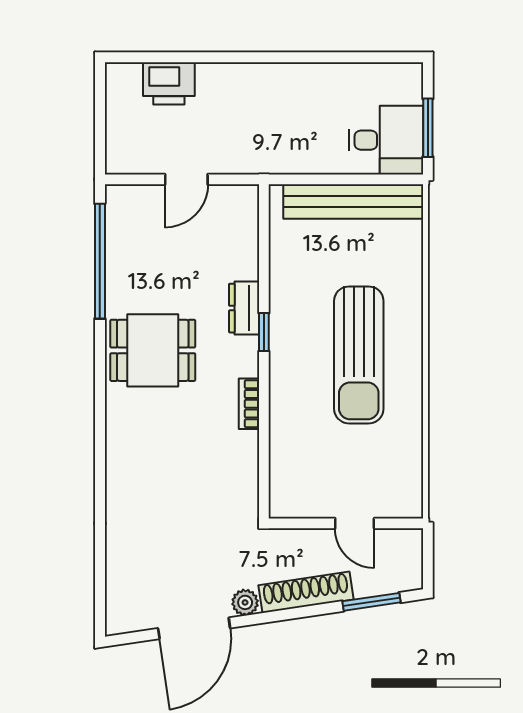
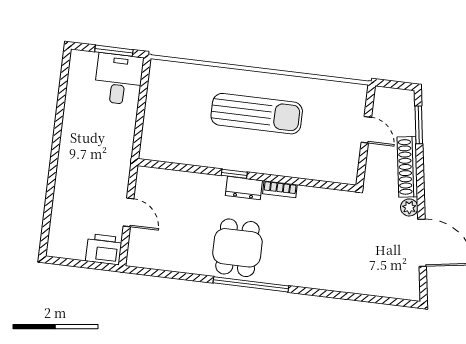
printer: (169, 83) -> (104, 249), moved, turned -90
bench: (353, 202) -> (156, 105), removed
window: (100, 261) -> (251, 284), moved
dresser: (244, 308) -> (244, 188), moved
door: (355, 523) -> (366, 130), hinge flipped

